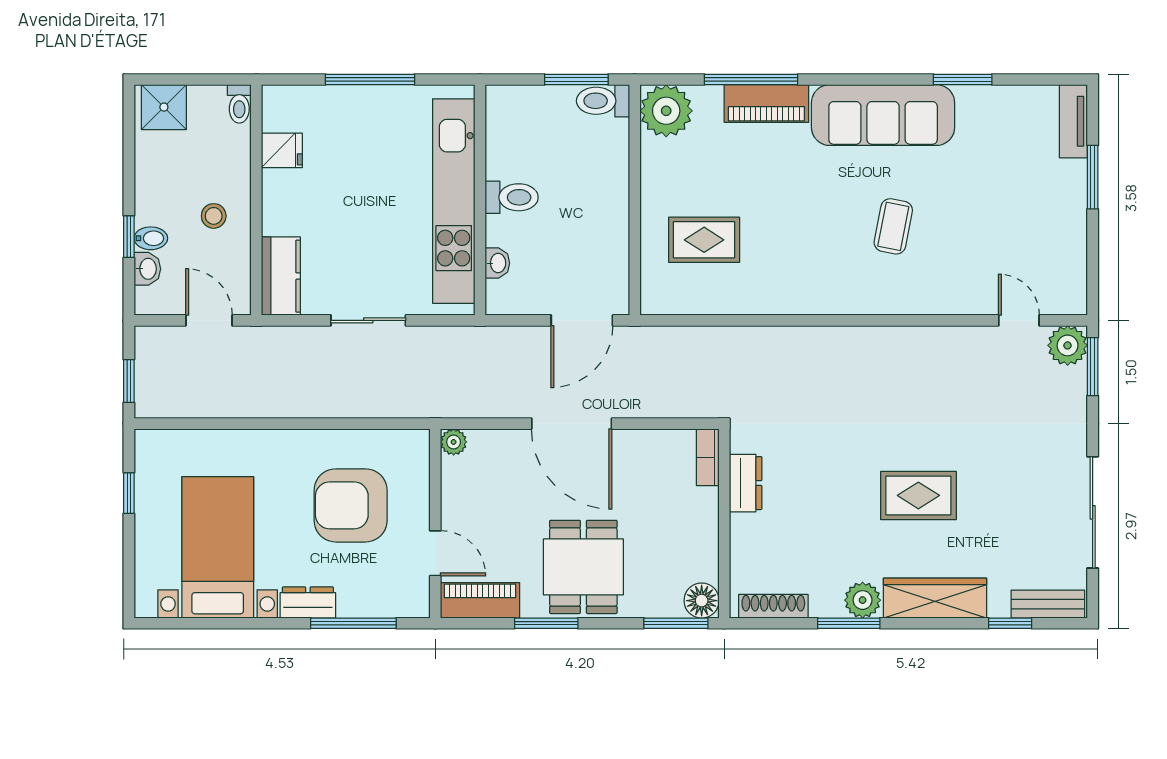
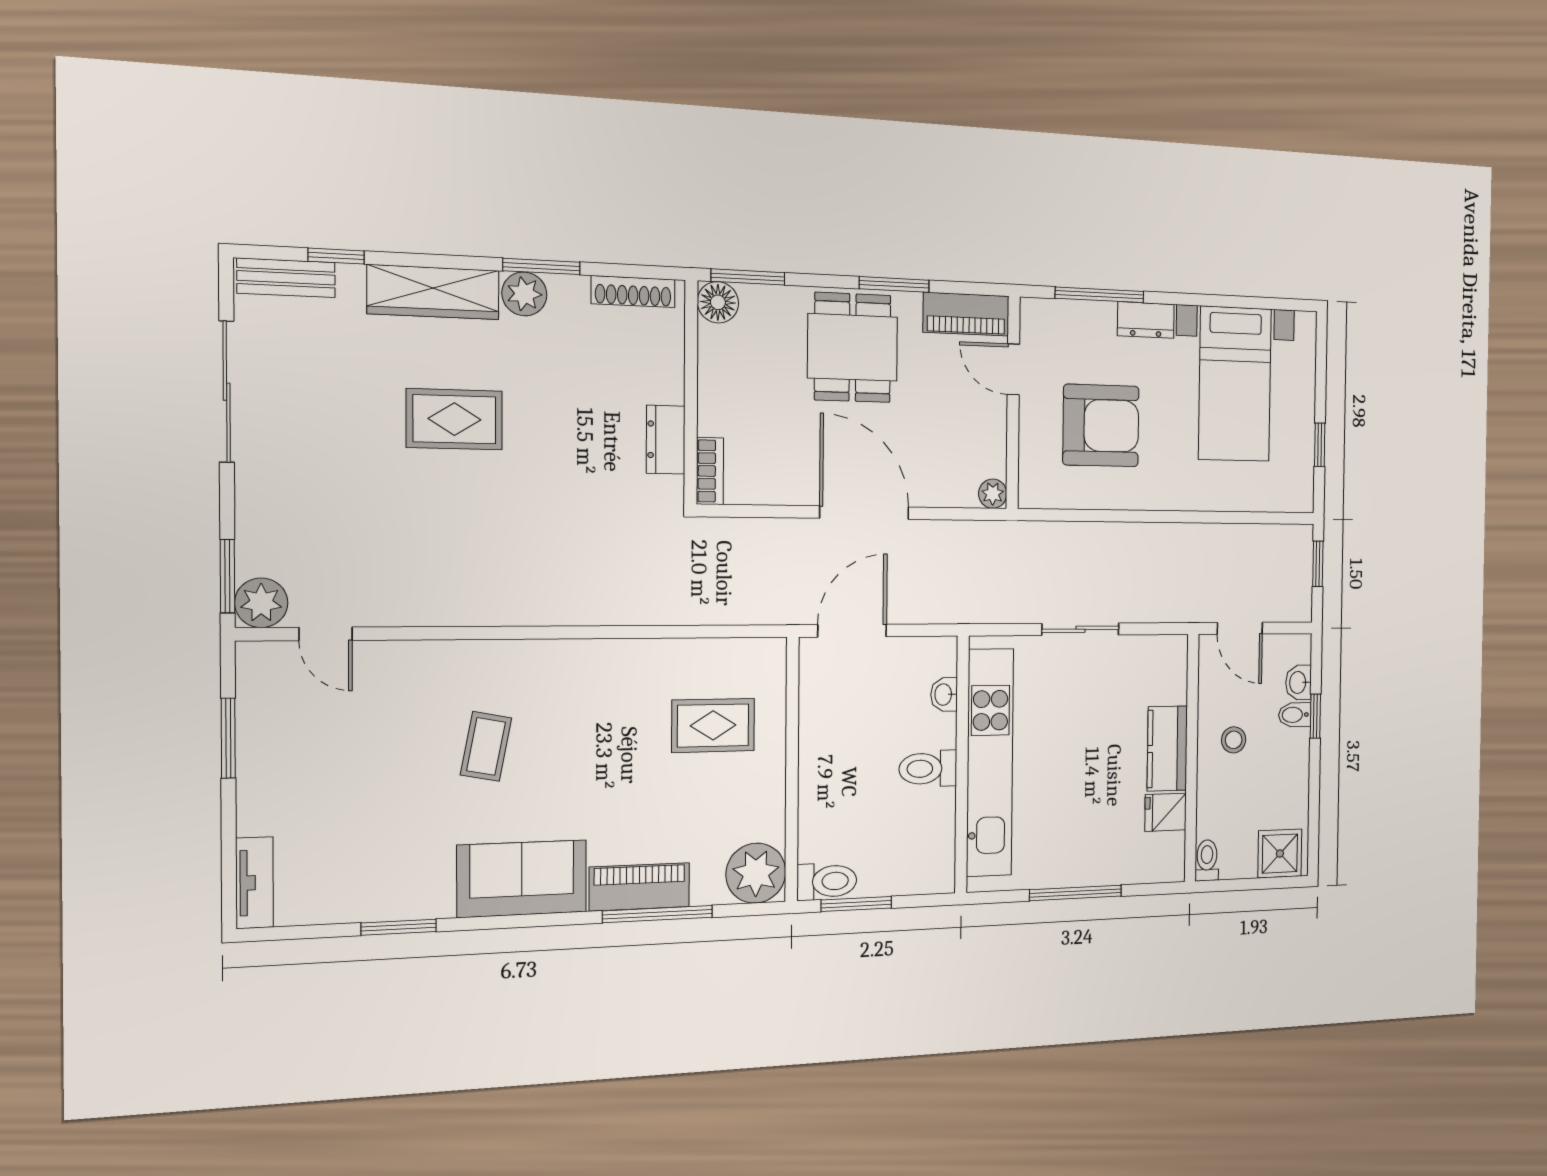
sofa: (883, 115) -> (522, 879), width x0.73
window: (1093, 177) -> (228, 738), moved
kitchen counter: (281, 276) -> (1167, 749), moved

